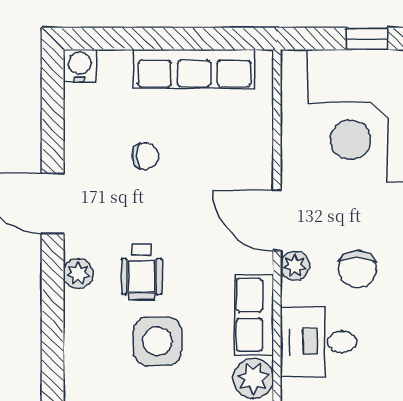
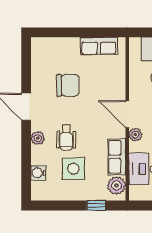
water cooler: (80, 66) -> (38, 173), moved, turned -90
row of seats: (194, 69) -> (99, 46), width x0.68
chair: (145, 156) -> (68, 85), width x1.87, depth x1.87

